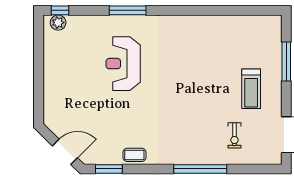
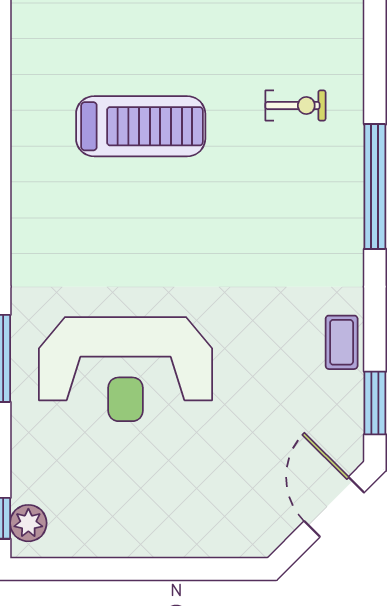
reception desk: (123, 64) -> (126, 369), width x1.36, depth x1.30
treadmill: (251, 89) -> (141, 126), moved, width x1.37, depth x1.38

